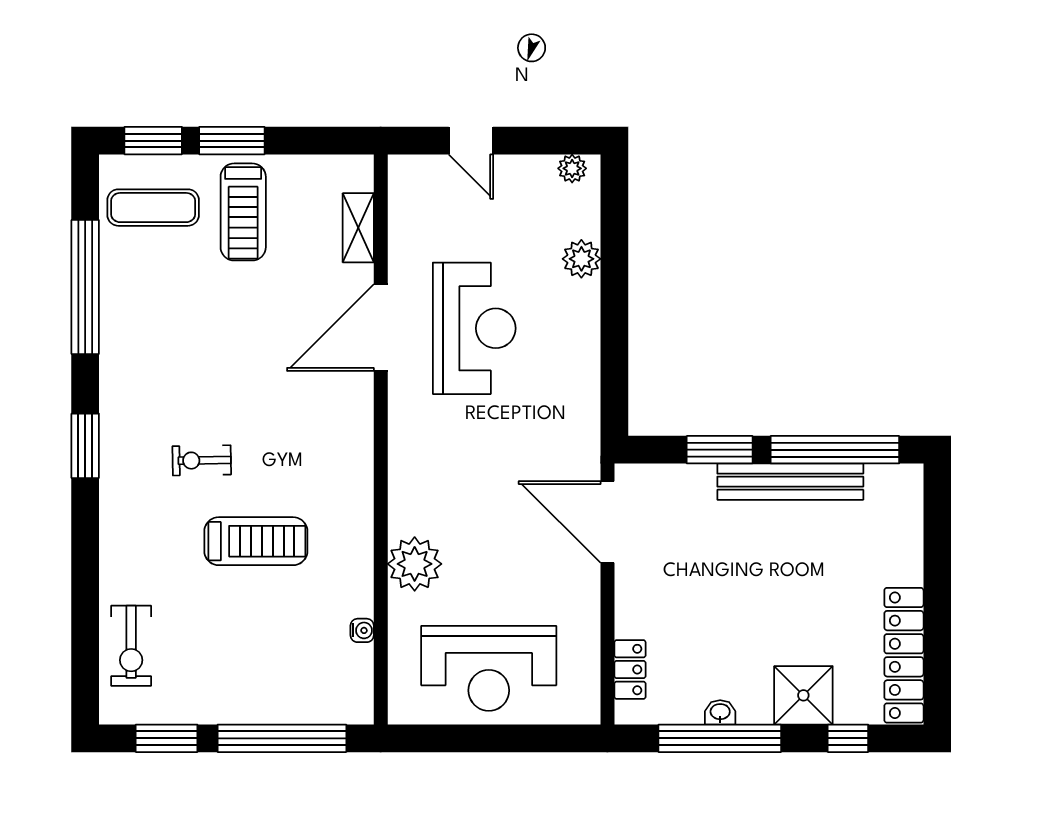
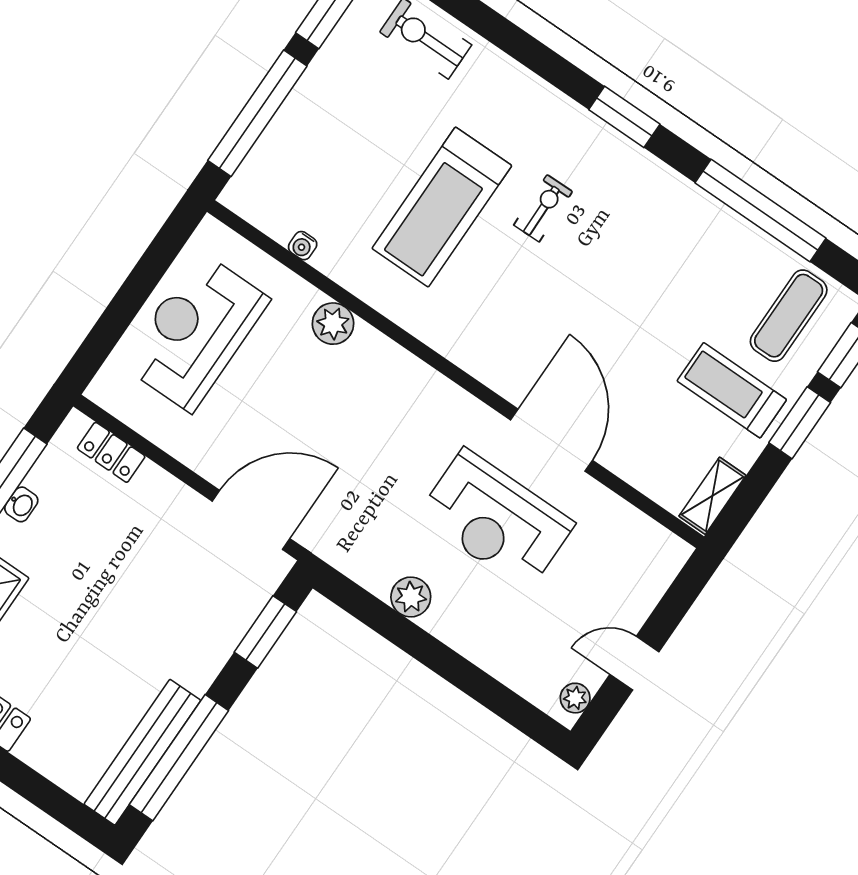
door: (471, 141) -> (634, 663), moved
shelving: (358, 228) -> (712, 496), moved, turned 90
plant: (581, 259) -> (411, 597), moved
window: (720, 450) -> (265, 632), moved
bench: (790, 482) -> (142, 752), moved
treadmill: (256, 541) -> (442, 207), width x1.37, depth x1.38
plant: (415, 564) -> (333, 324), width x0.73, depth x0.73

